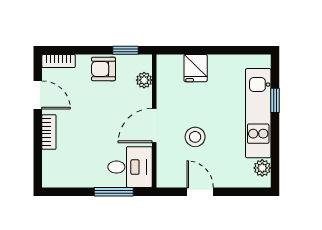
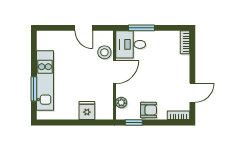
door: (38, 95) -> (192, 93), swing flipped
window: (275, 100) -> (34, 89), width x1.50
bookcase: (49, 132) -> (185, 42), moved
stool: (195, 137) -> (104, 52), moved
plant: (262, 168) -> (42, 44), removed

